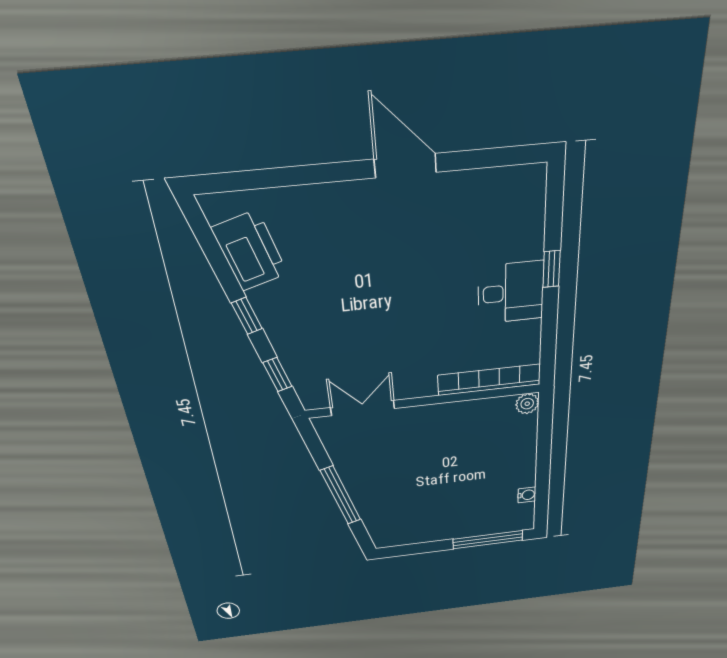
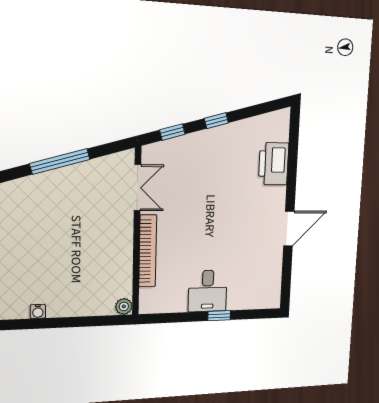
printer: (250, 251) -> (274, 164), moved, turned 106
bookcase: (489, 380) -> (148, 251), moved

